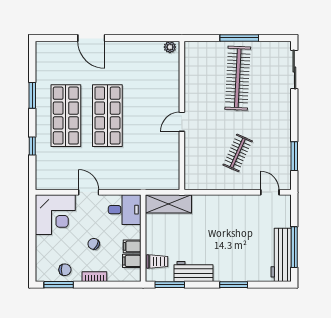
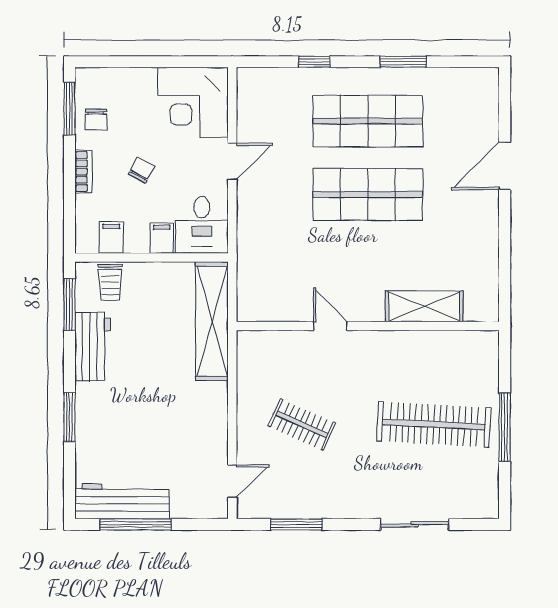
plant: (170, 47) -> (489, 305), removed
sliding door: (294, 70) -> (415, 524), moved
shelving: (171, 84) -> (424, 306), added
door: (182, 122) -> (330, 326), moved
shelving: (168, 204) -> (212, 321), width x1.47
filing cabinet: (132, 246) -> (162, 238), moved

